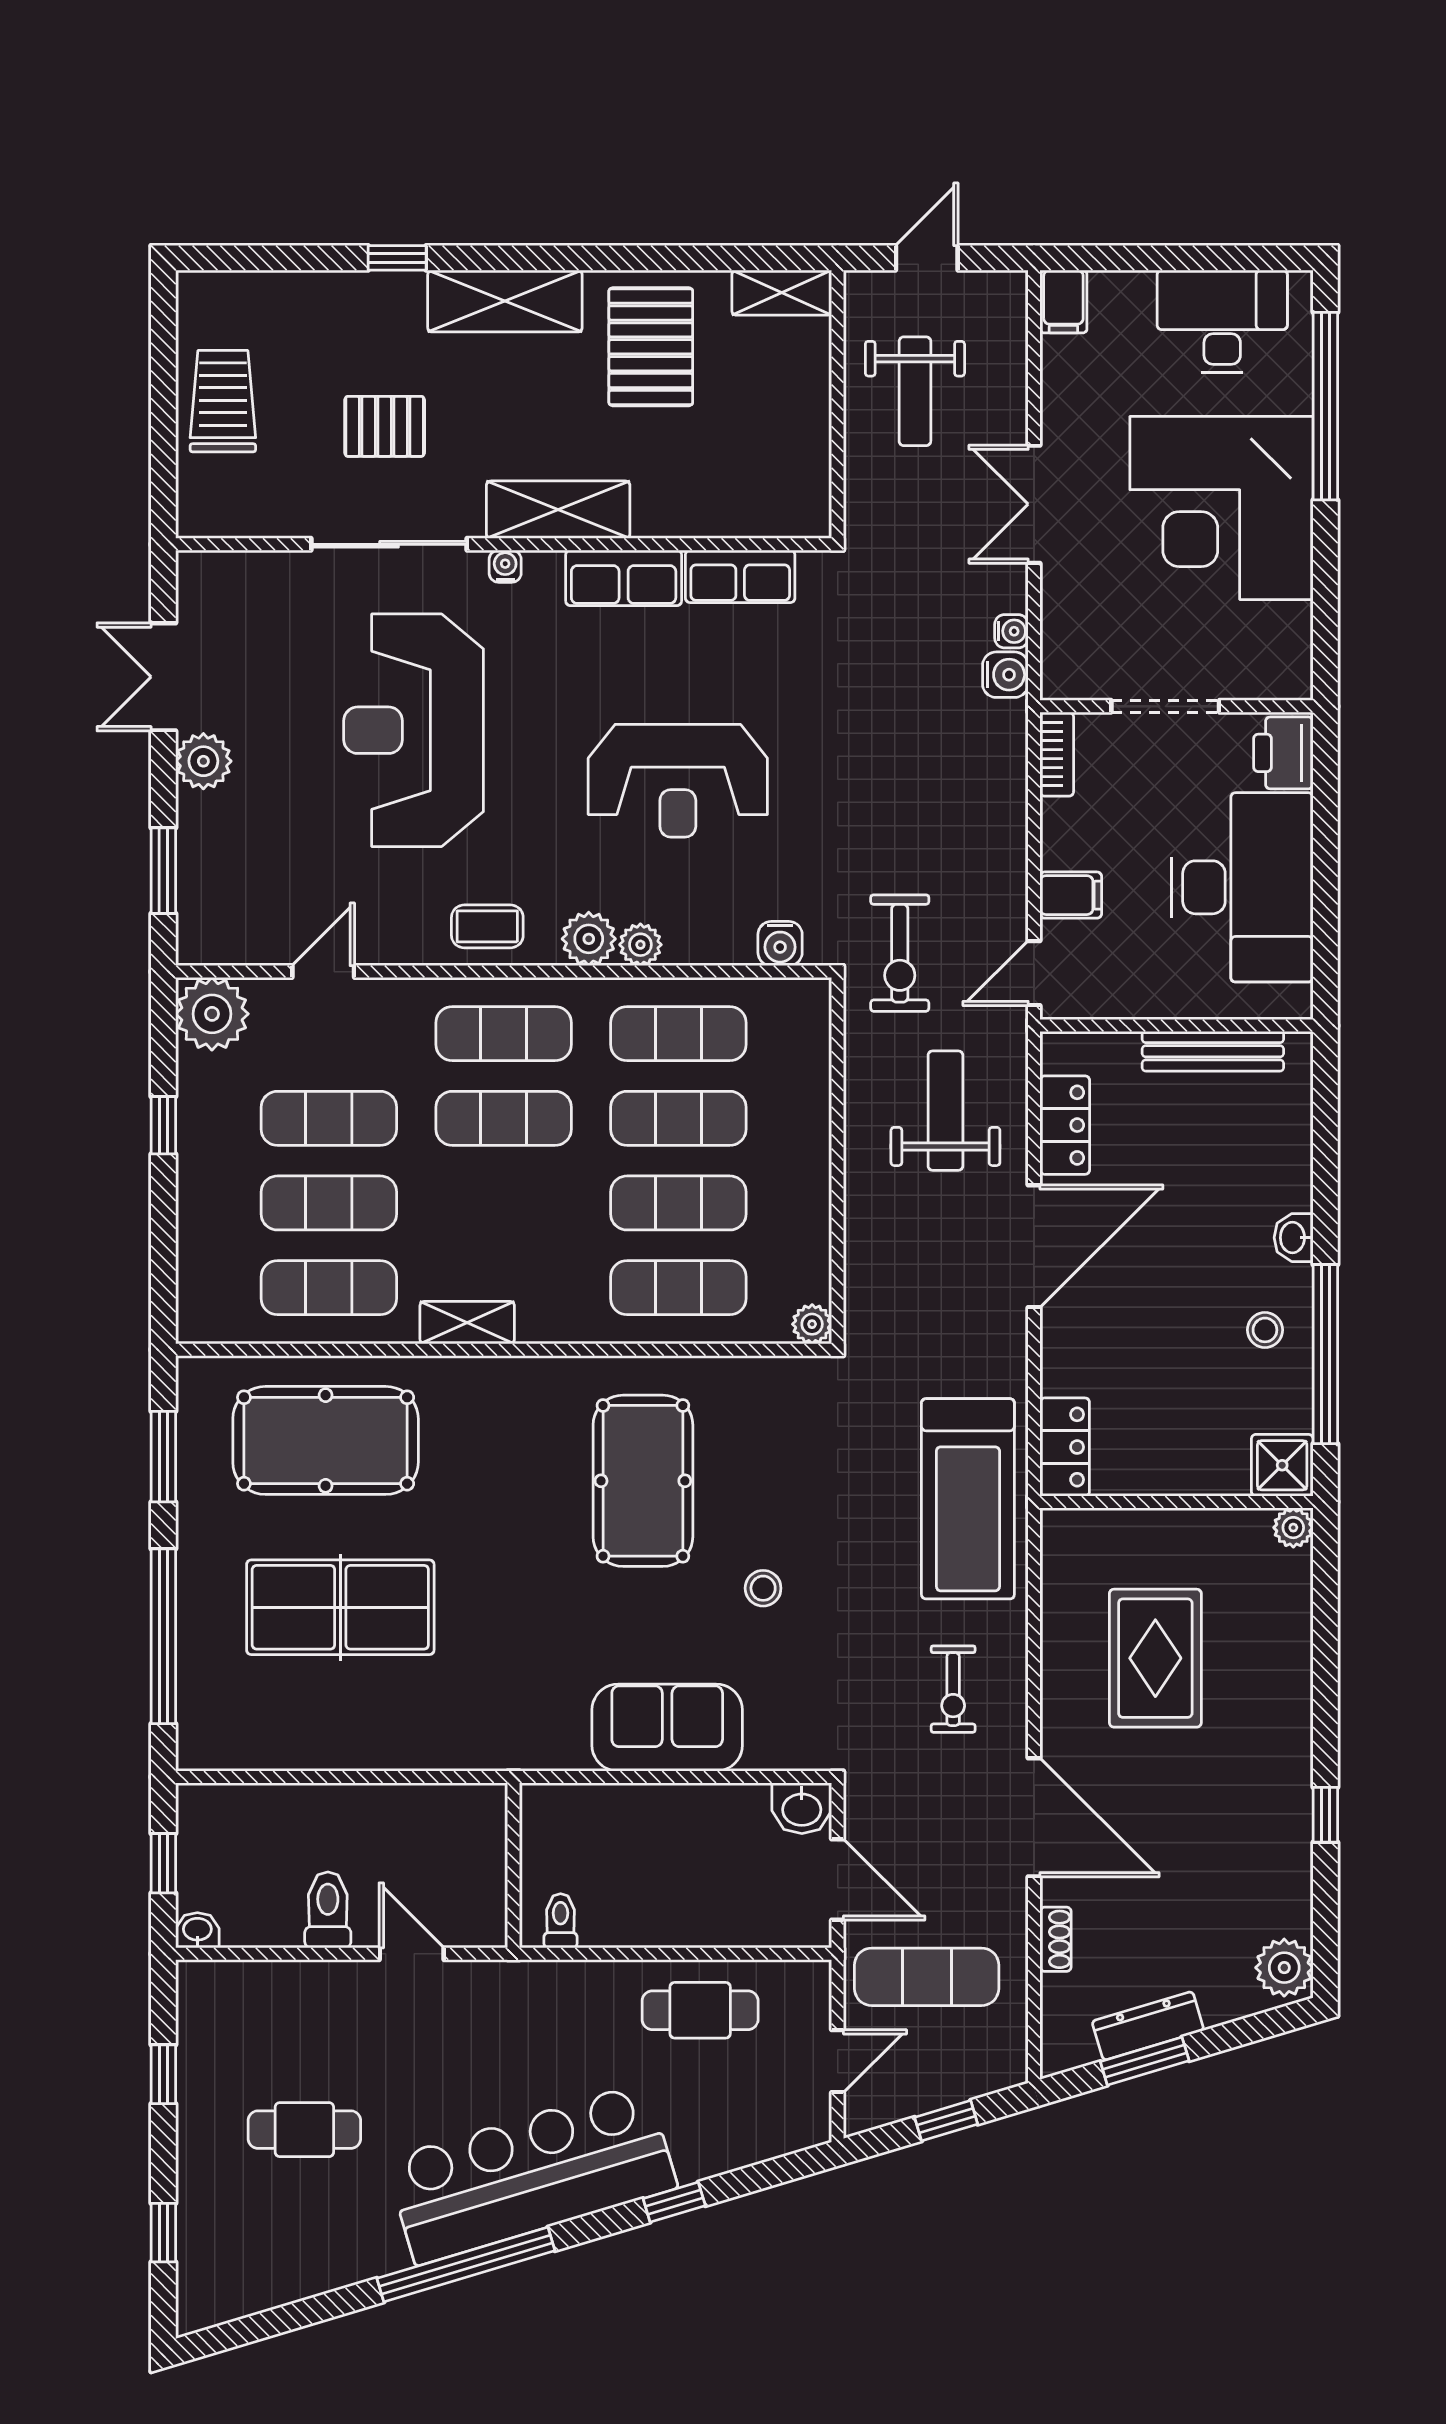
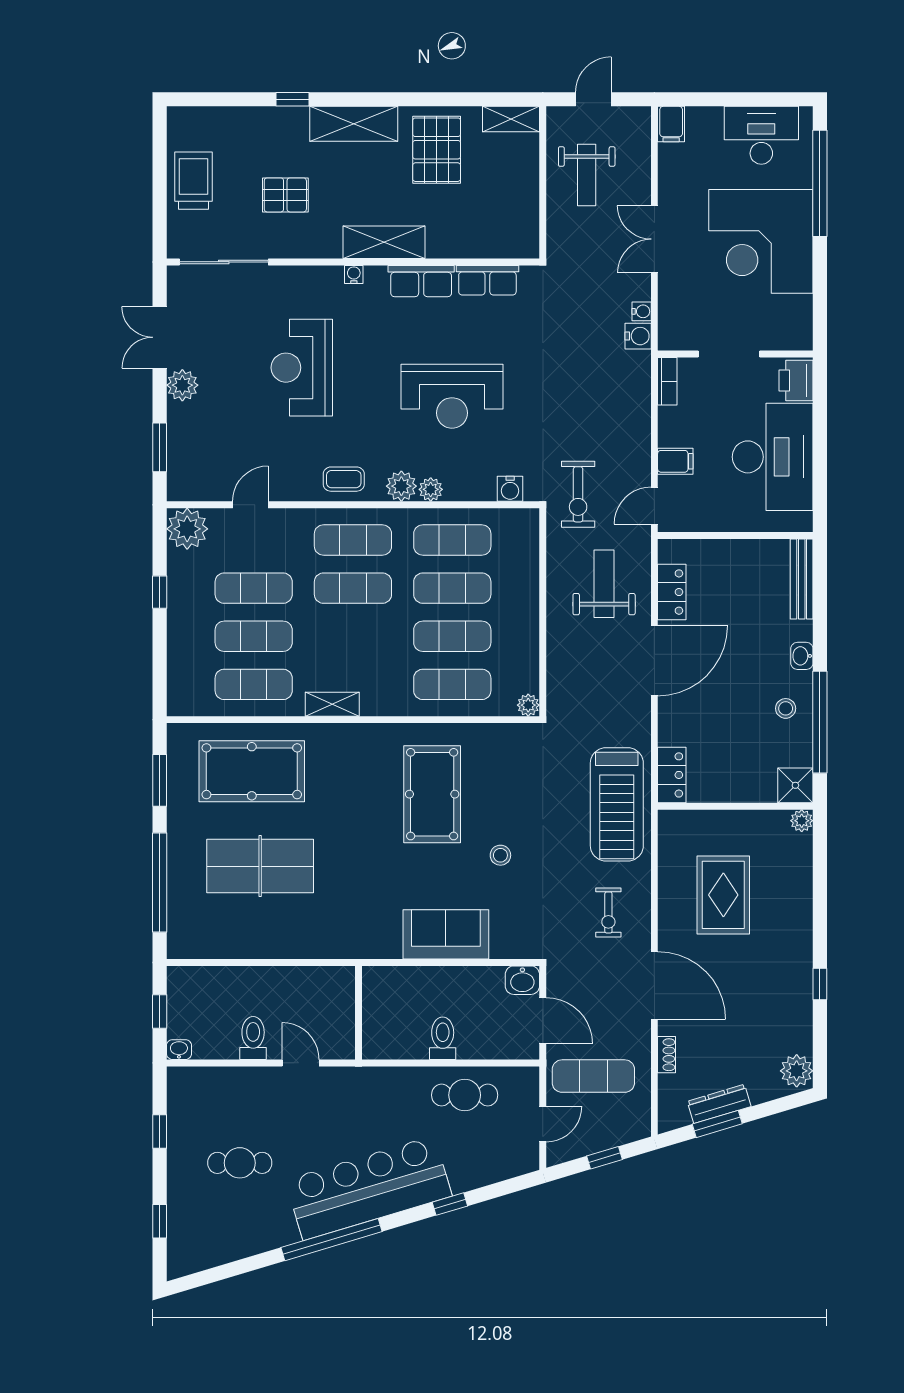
sliding door: (389, 544) -> (224, 262), moved
reception desk: (414, 730) -> (302, 368), width x0.74, depth x0.77
bench: (1213, 1051) -> (802, 579), moved, turned 90
toilet: (561, 1921) -> (443, 1038), moved, width x1.37, depth x1.39

